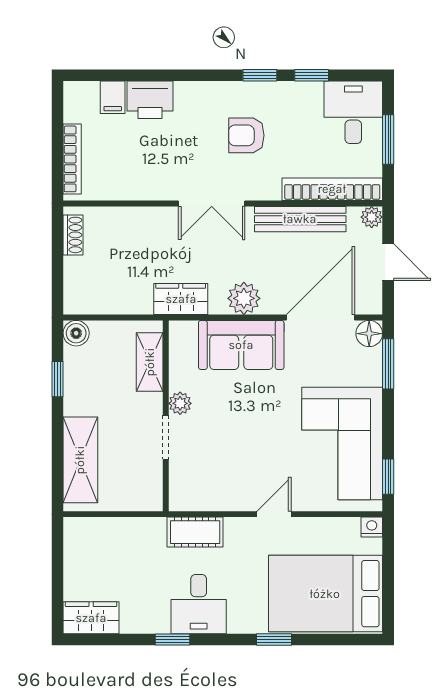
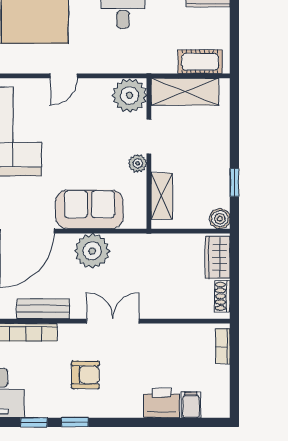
bookcase: (72, 159) -> (223, 346), width x0.64
bench: (300, 219) -> (43, 309), width x0.73
plant: (244, 298) -> (92, 251), width x1.36, depth x1.36
wardrobe: (181, 299) -> (218, 257), moved, turned 90
shelving: (80, 460) -> (185, 92), moved, turned 90
plant: (190, 490) -> (130, 95), added
cot: (195, 532) -> (200, 62), moved

